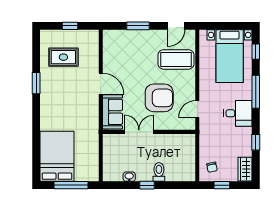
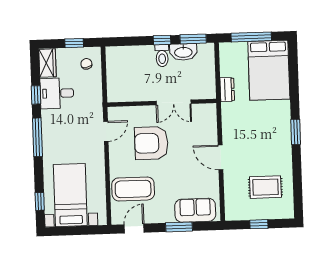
window: (36, 83) -> (296, 132), moved
window: (256, 92) -> (37, 137), moved
sofa: (113, 112) -> (195, 210), moved, turned 90
desk: (238, 113) -> (57, 93), moved
dresser: (93, 141) -> (227, 90), added
toilet: (159, 172) -> (162, 56), moved
washbasin: (129, 177) -> (183, 52), width x1.91, depth x1.45
window: (120, 185) -> (193, 39), added

